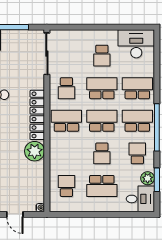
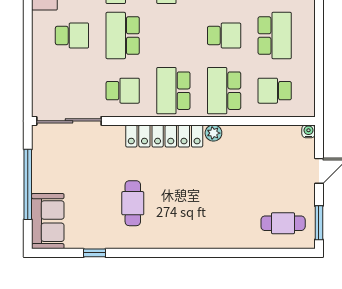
school desk: (102, 121) -> (224, 91), moved
plant: (35, 151) -> (213, 133), width x0.53, depth x0.53

